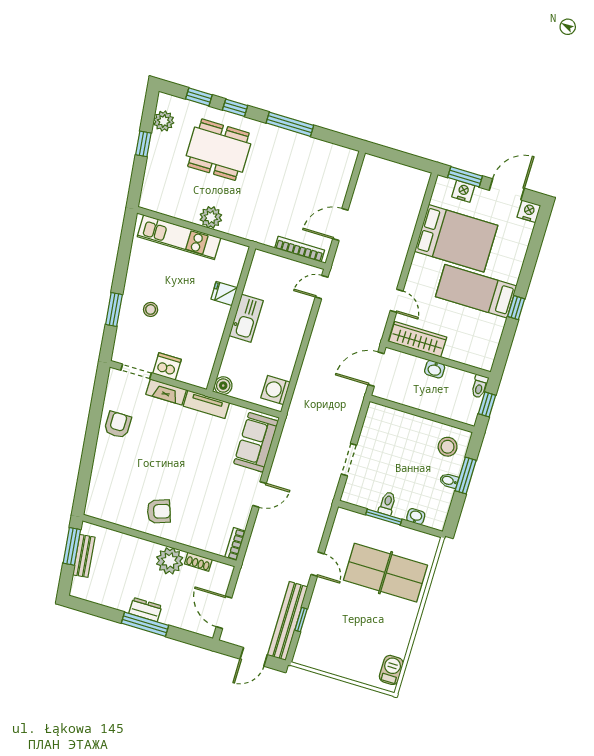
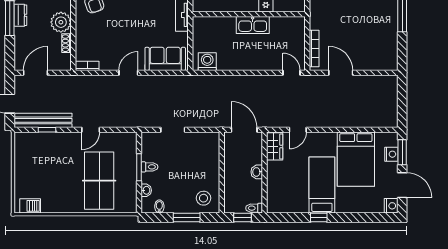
wardrobe: (418, 339) -> (275, 146), width x0.67
boiler: (223, 386) -> (199, 23), removed
bidet: (449, 481) -> (159, 207), moved
door: (259, 494) -> (128, 73), swing flipped

